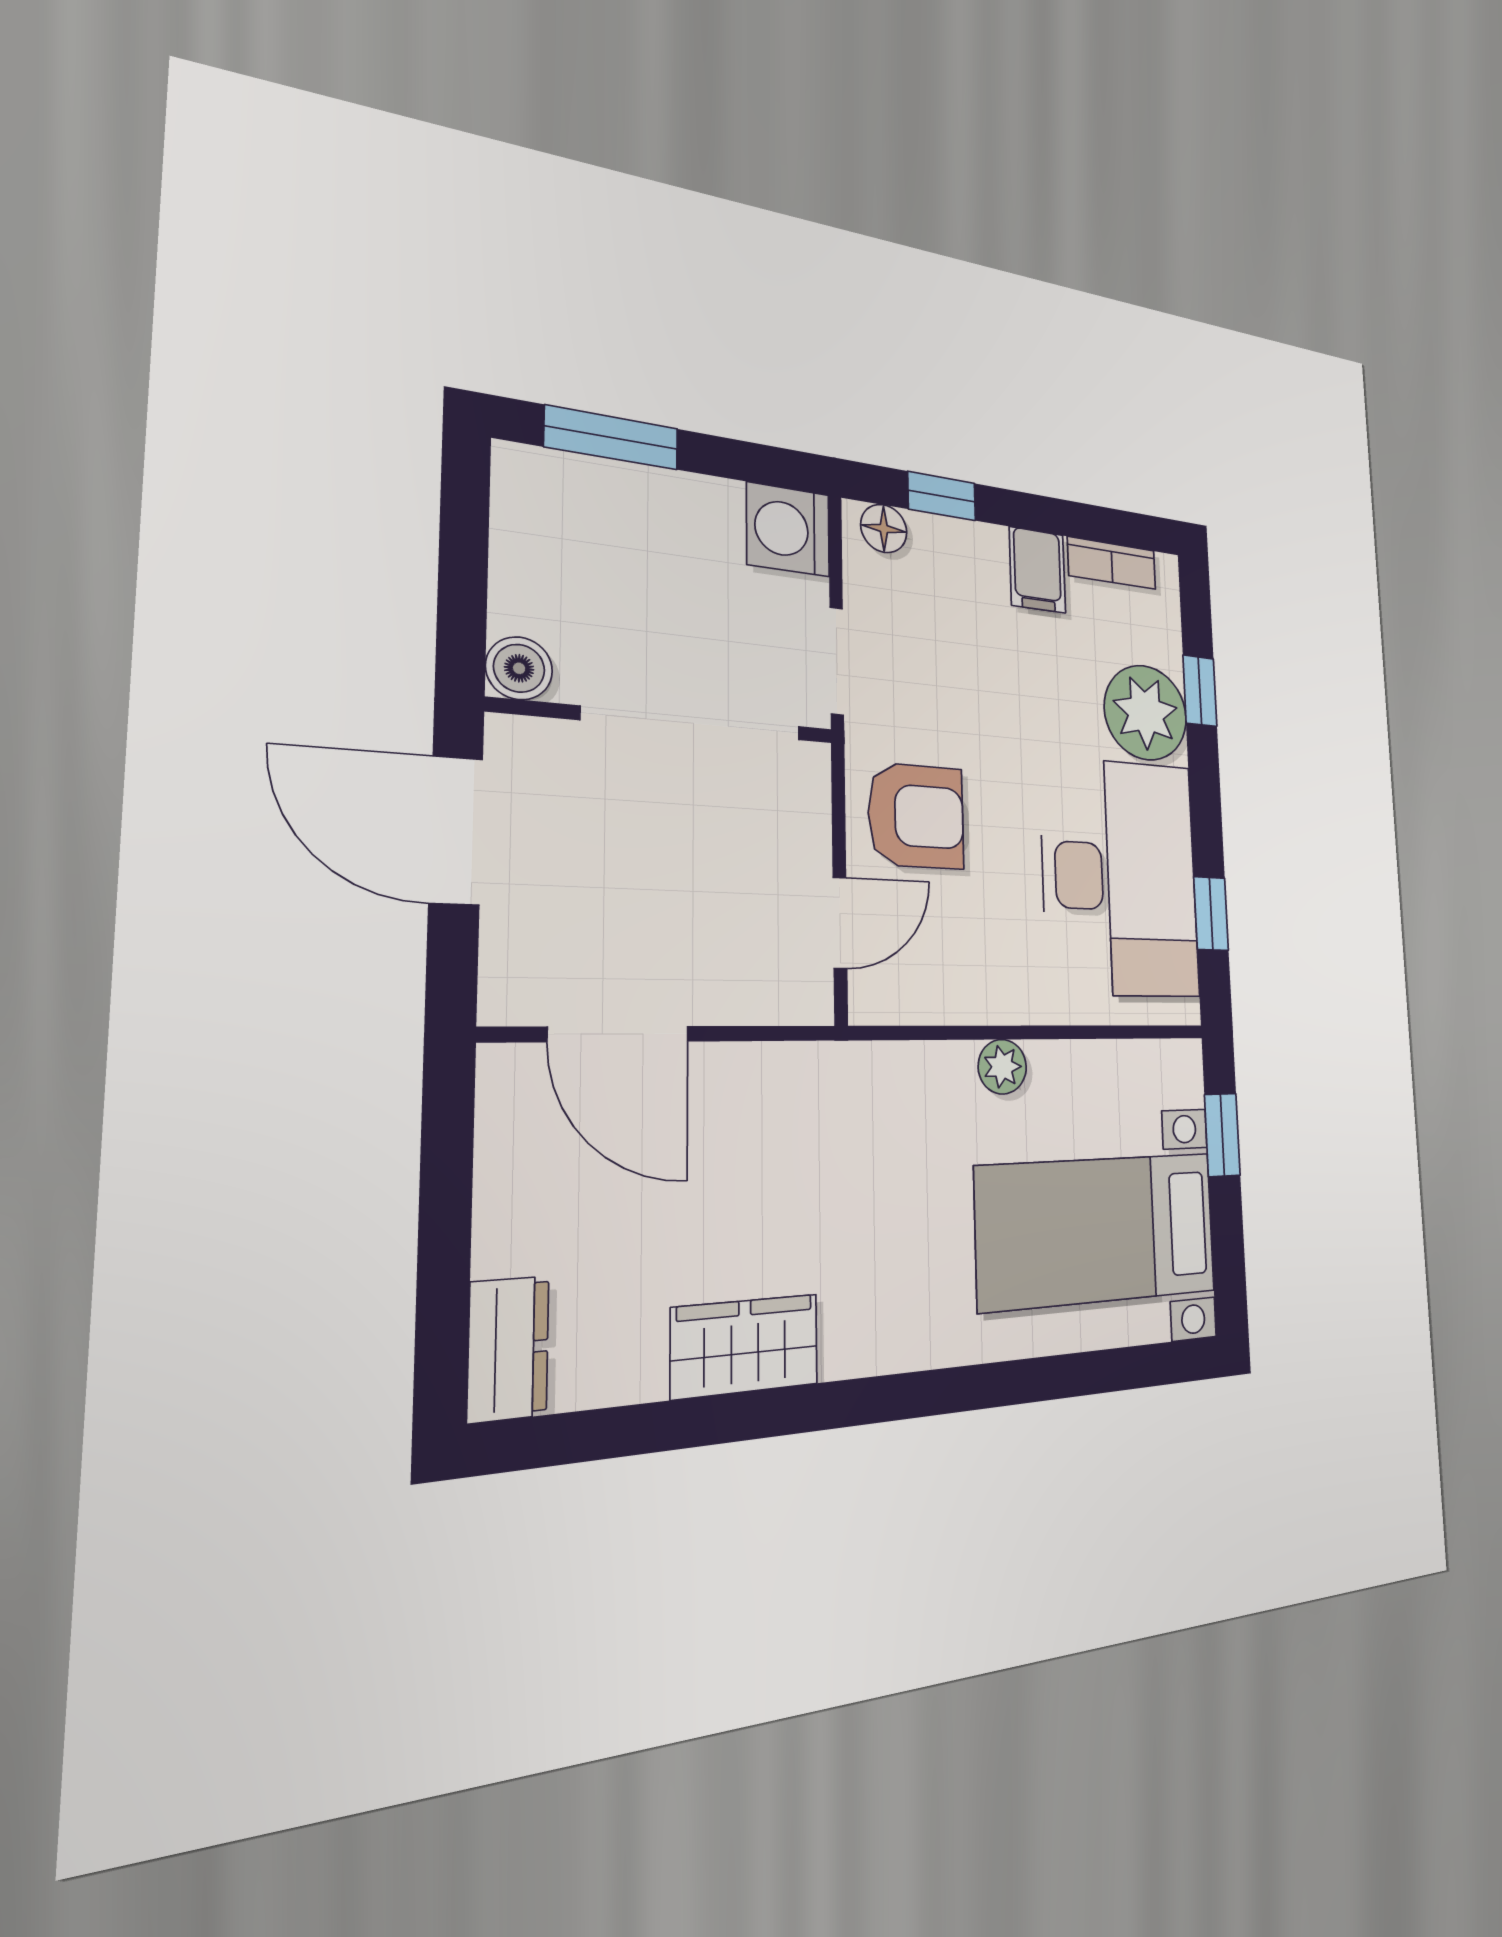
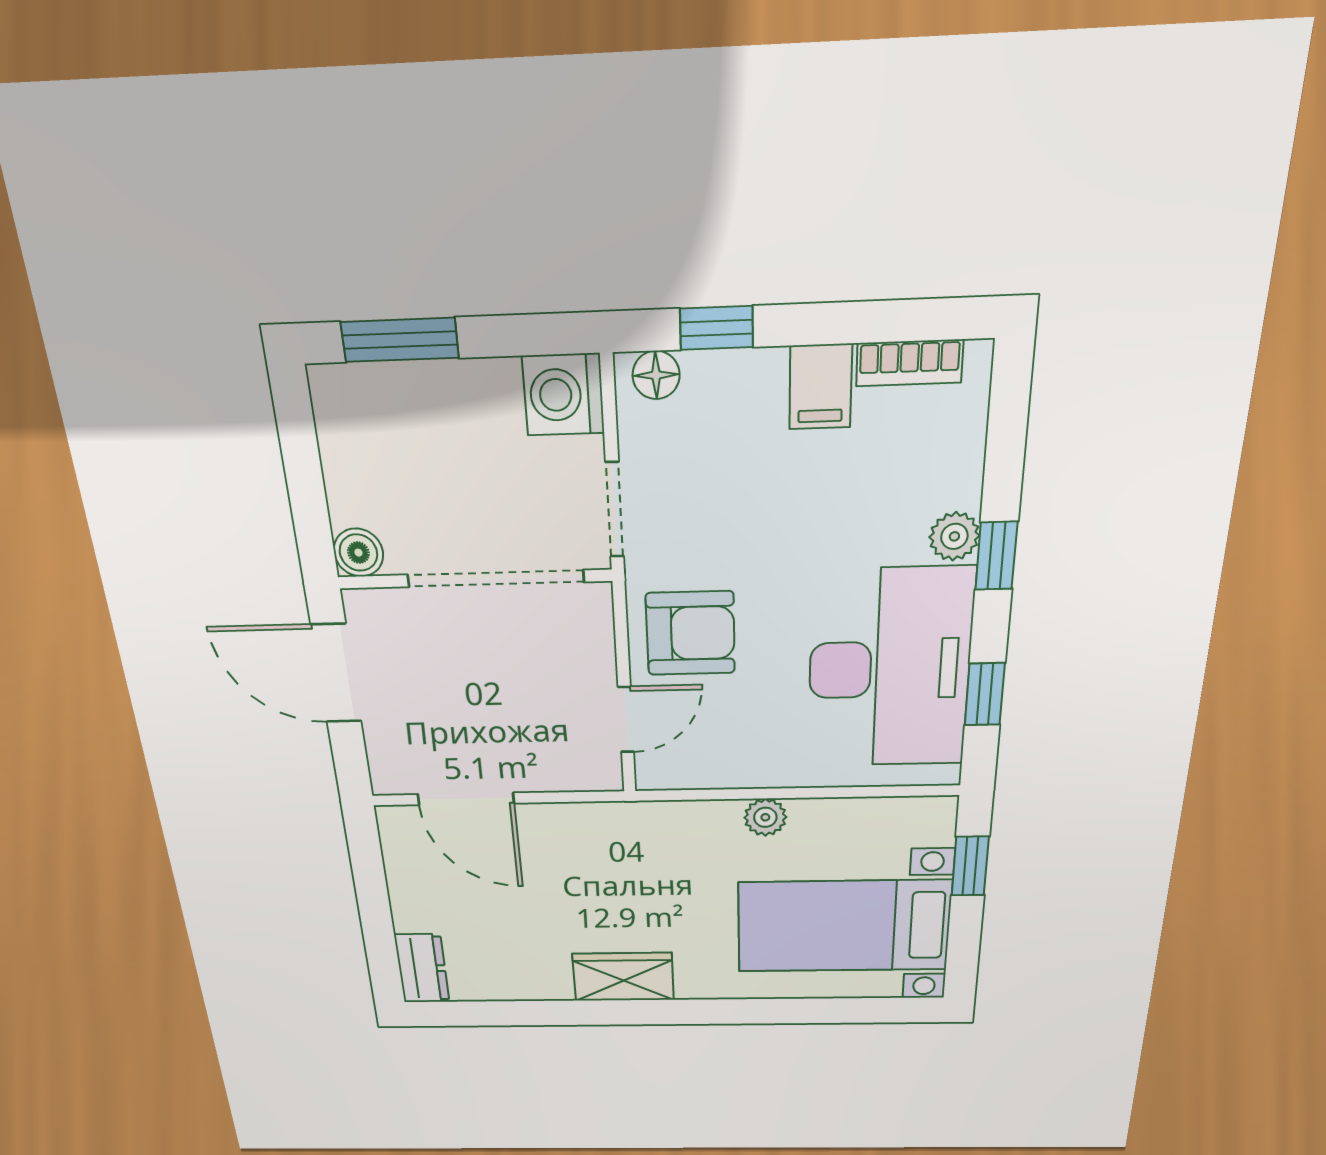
window: (1200, 691) -> (996, 556), moved
plant: (1146, 713) -> (954, 536), width x0.53, depth x0.53
wardrobe: (745, 1346) -> (623, 977), moved

